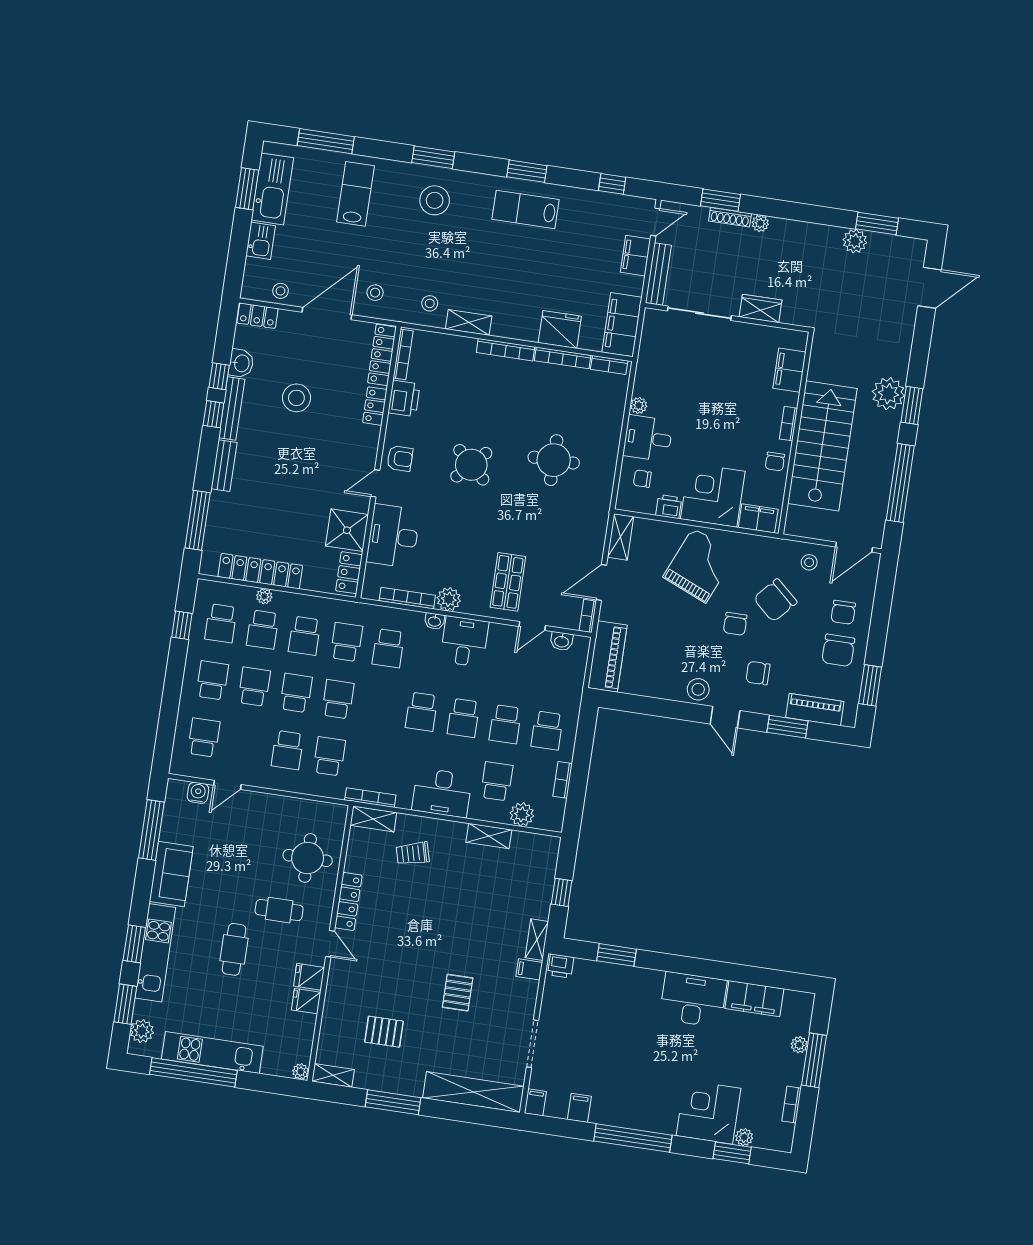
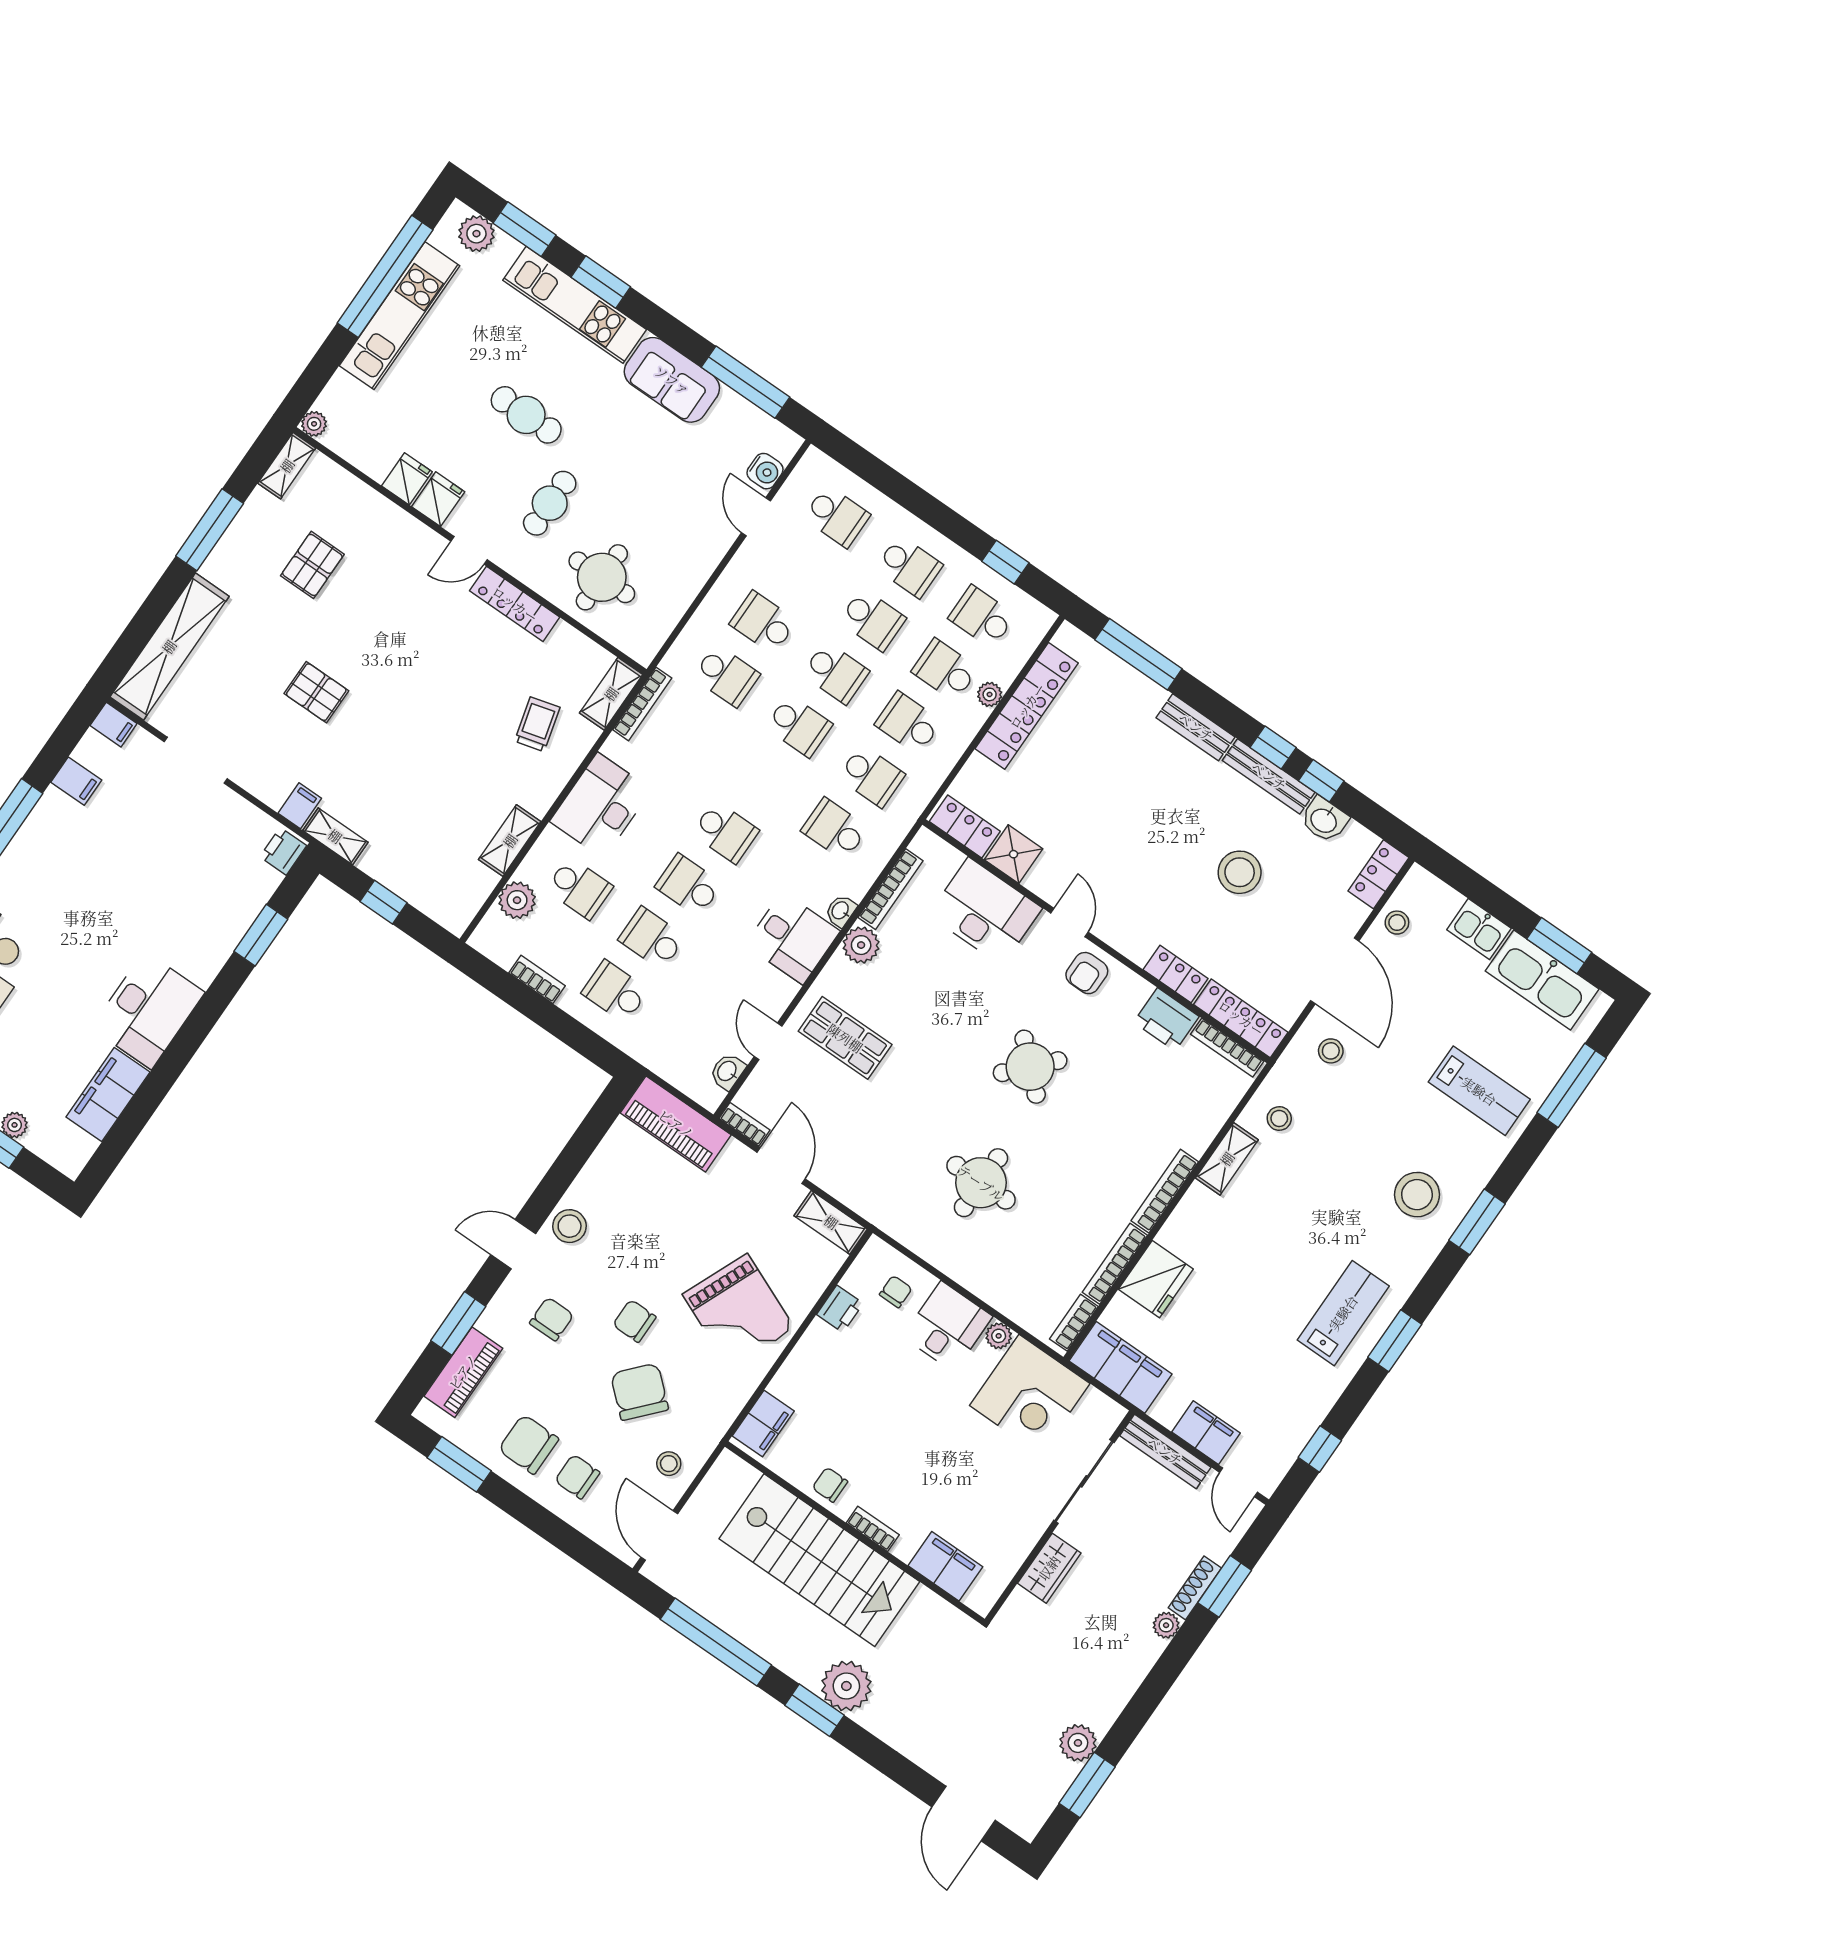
corner desk: (713, 495) -> (1030, 1394), moved, turned 90
shower: (347, 530) -> (1014, 854), width x0.73, depth x0.73
school desk: (422, 712) -> (725, 832), turned 180

